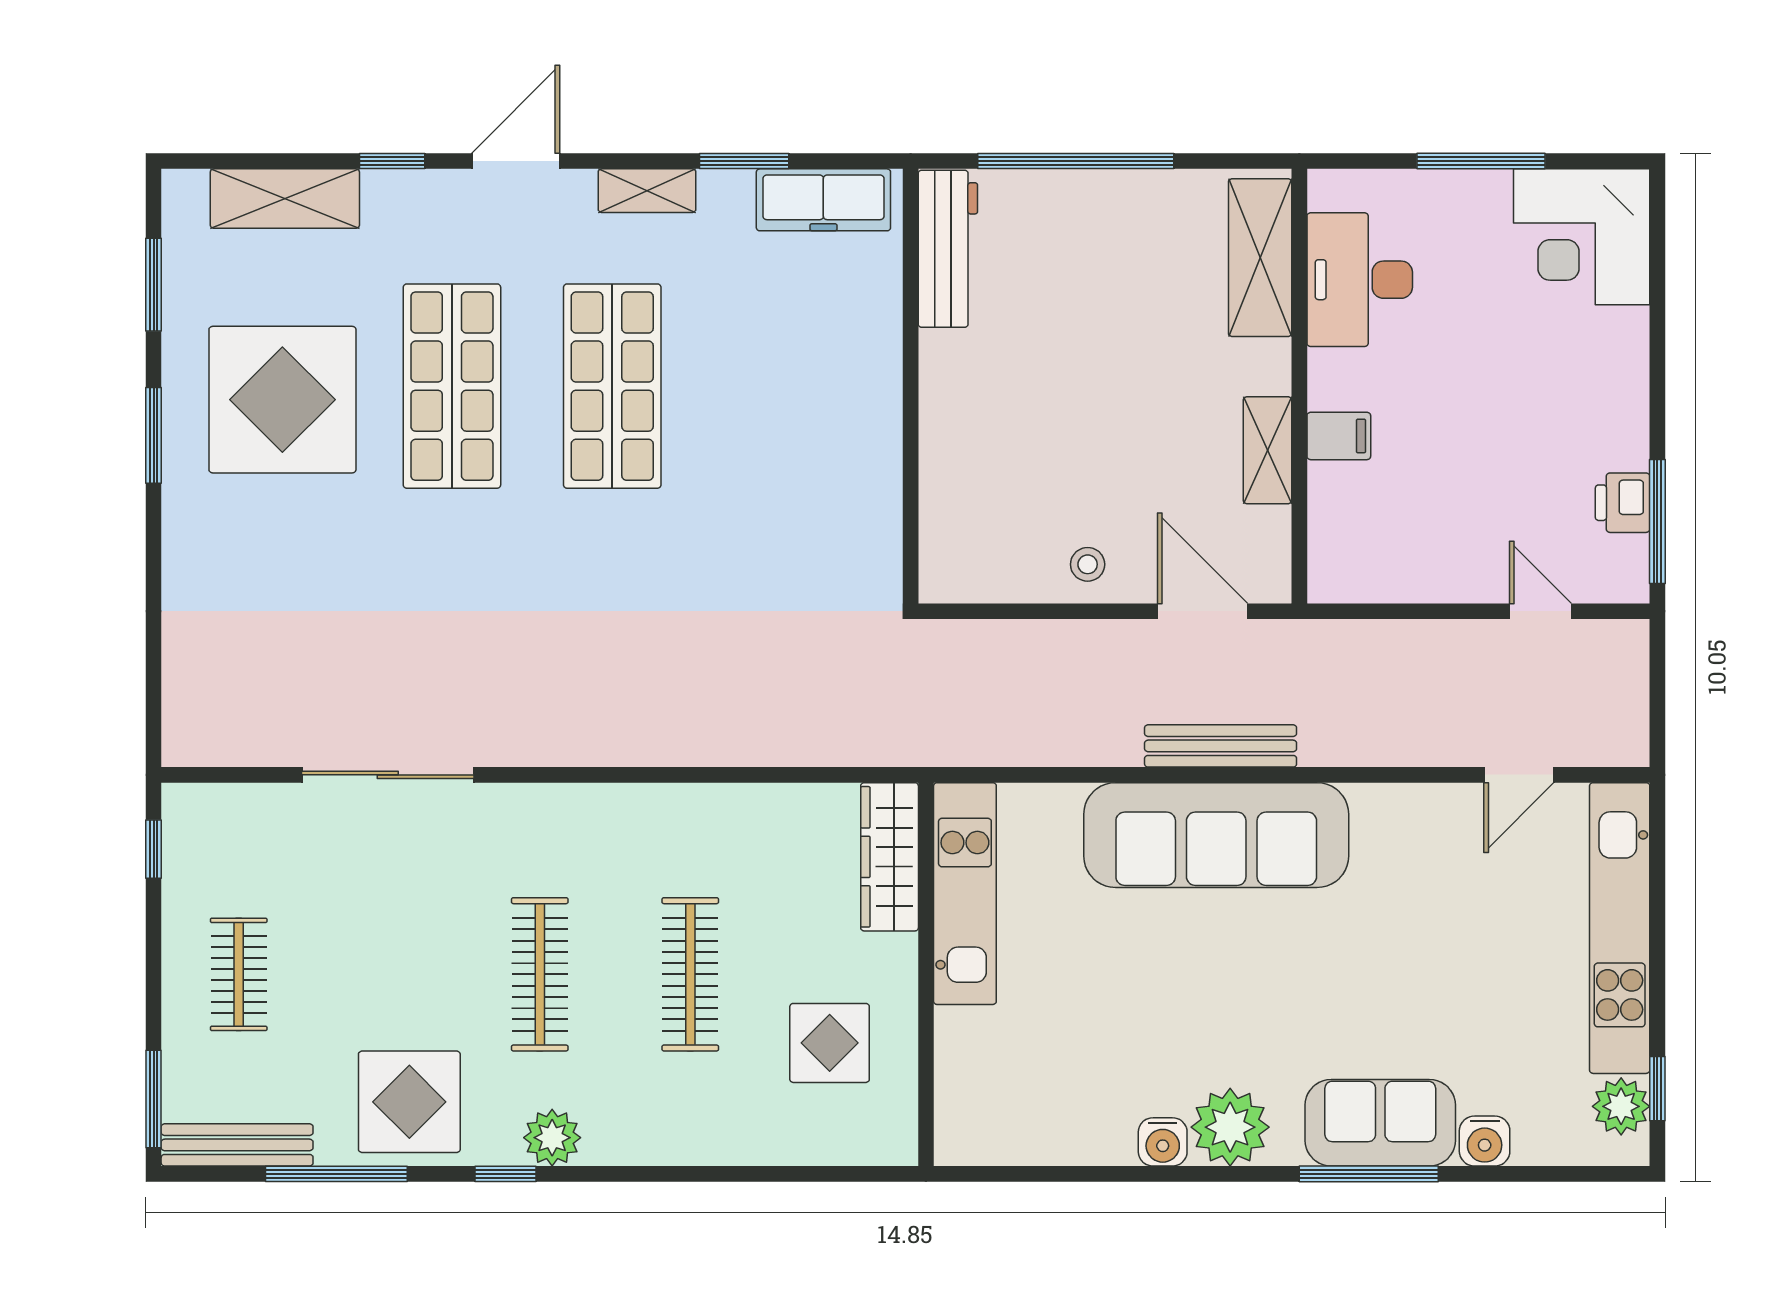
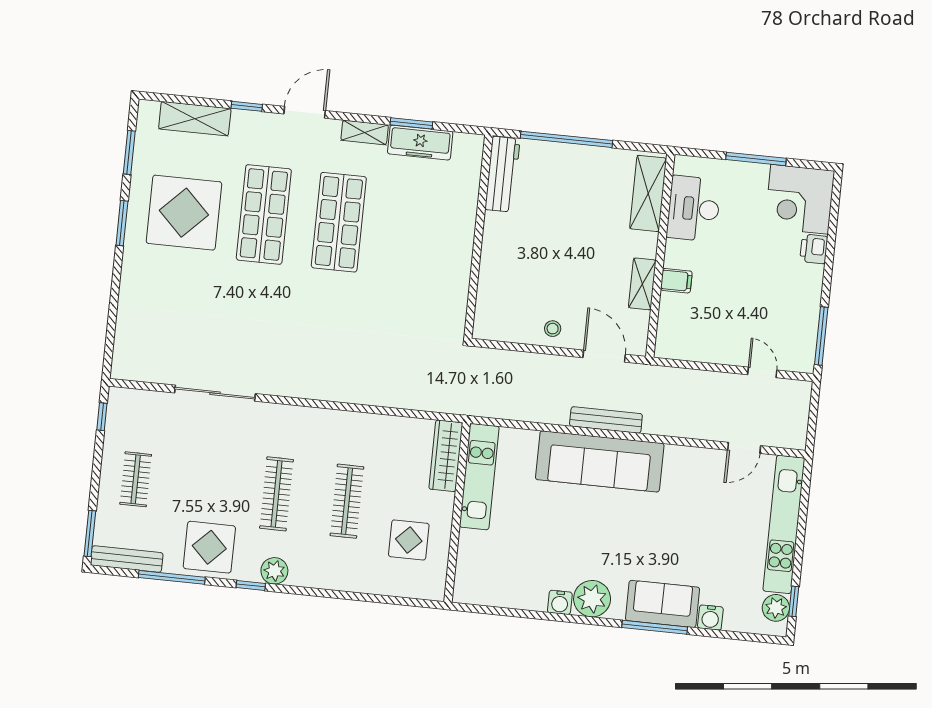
freezer: (823, 200) -> (420, 143), moved
printer: (1623, 503) -> (814, 249), moved

